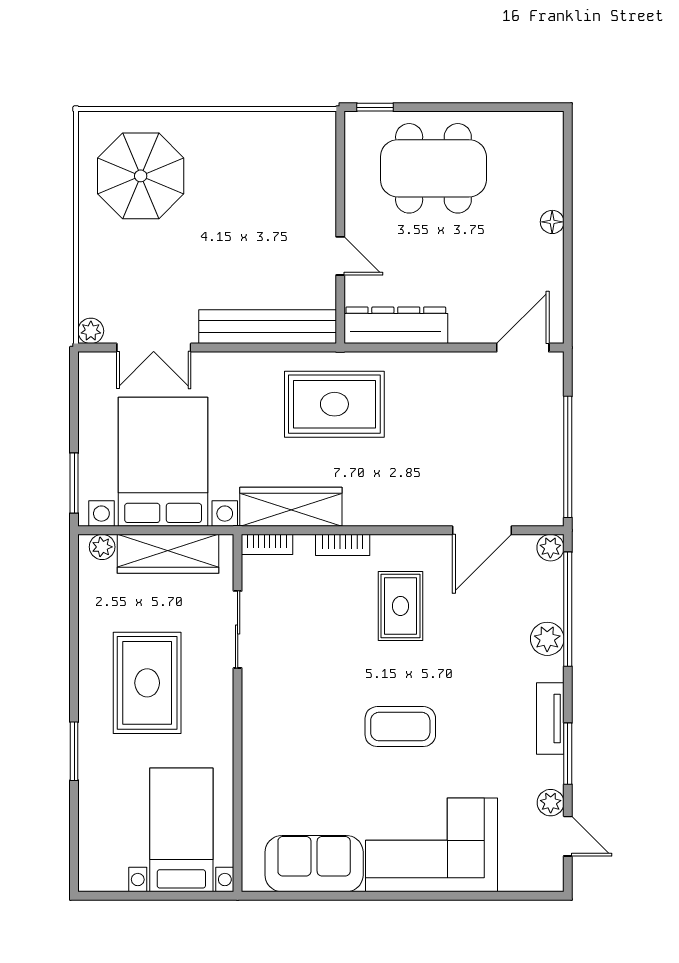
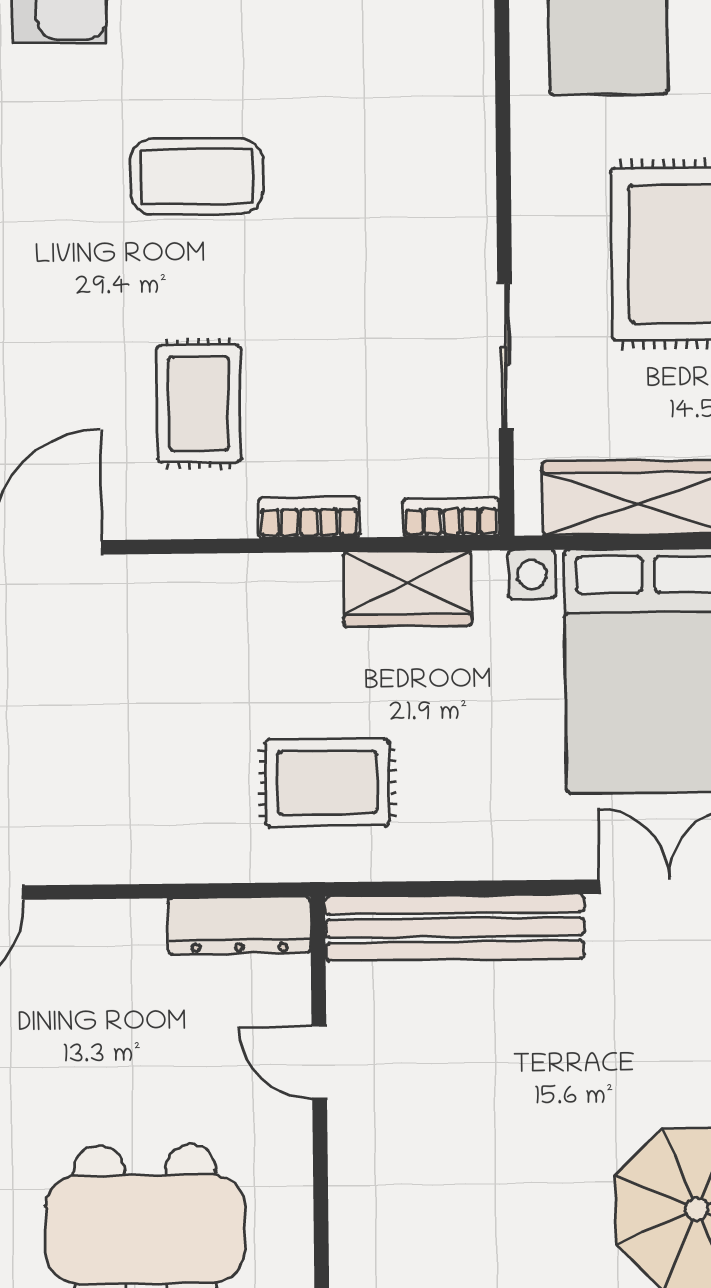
dresser: (396, 325) -> (239, 926), width x0.73, depth x0.80
rug: (334, 404) -> (327, 783), width x0.73, depth x0.70
wardrobe: (291, 507) -> (407, 589), width x0.67

